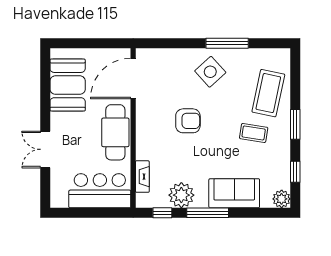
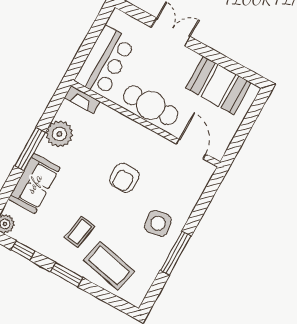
side table: (210, 72) -> (158, 223), turned 32
door: (133, 79) -> (191, 149), width x0.73
fireplace: (142, 177) -> (82, 100), moved
window: (162, 213) -> (53, 108), removed

